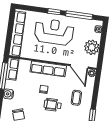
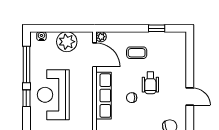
door: (79, 66) -> (95, 55), hinge flipped

